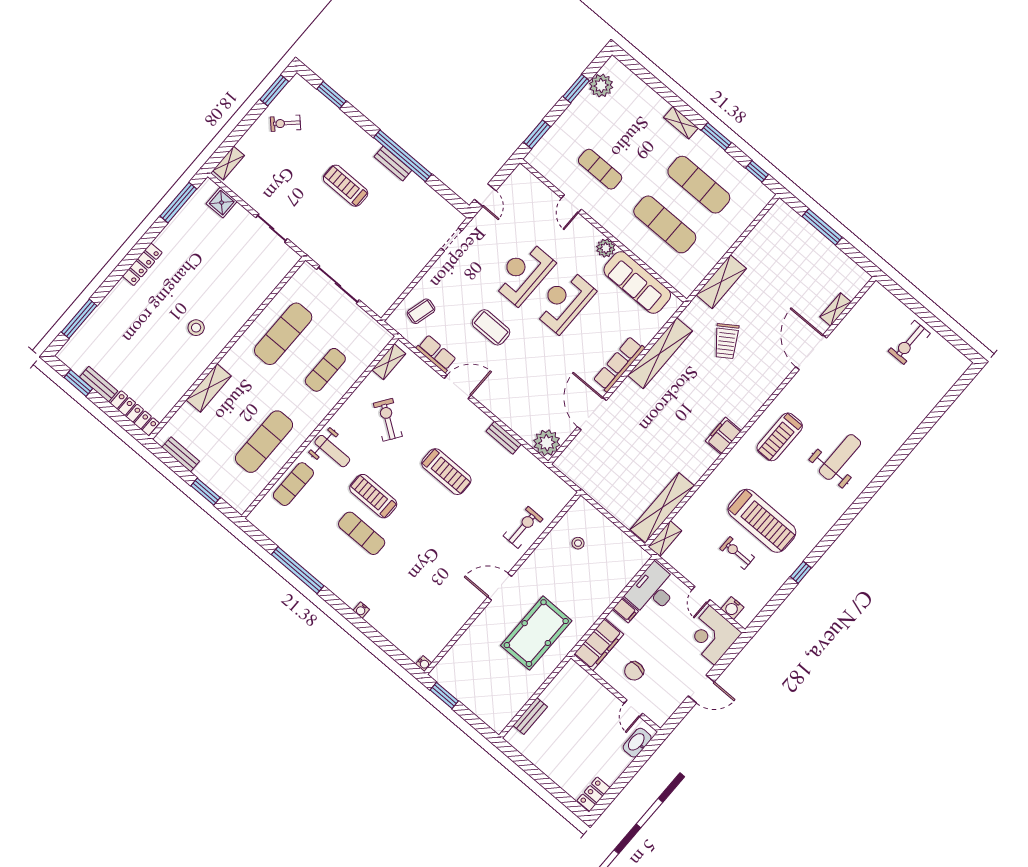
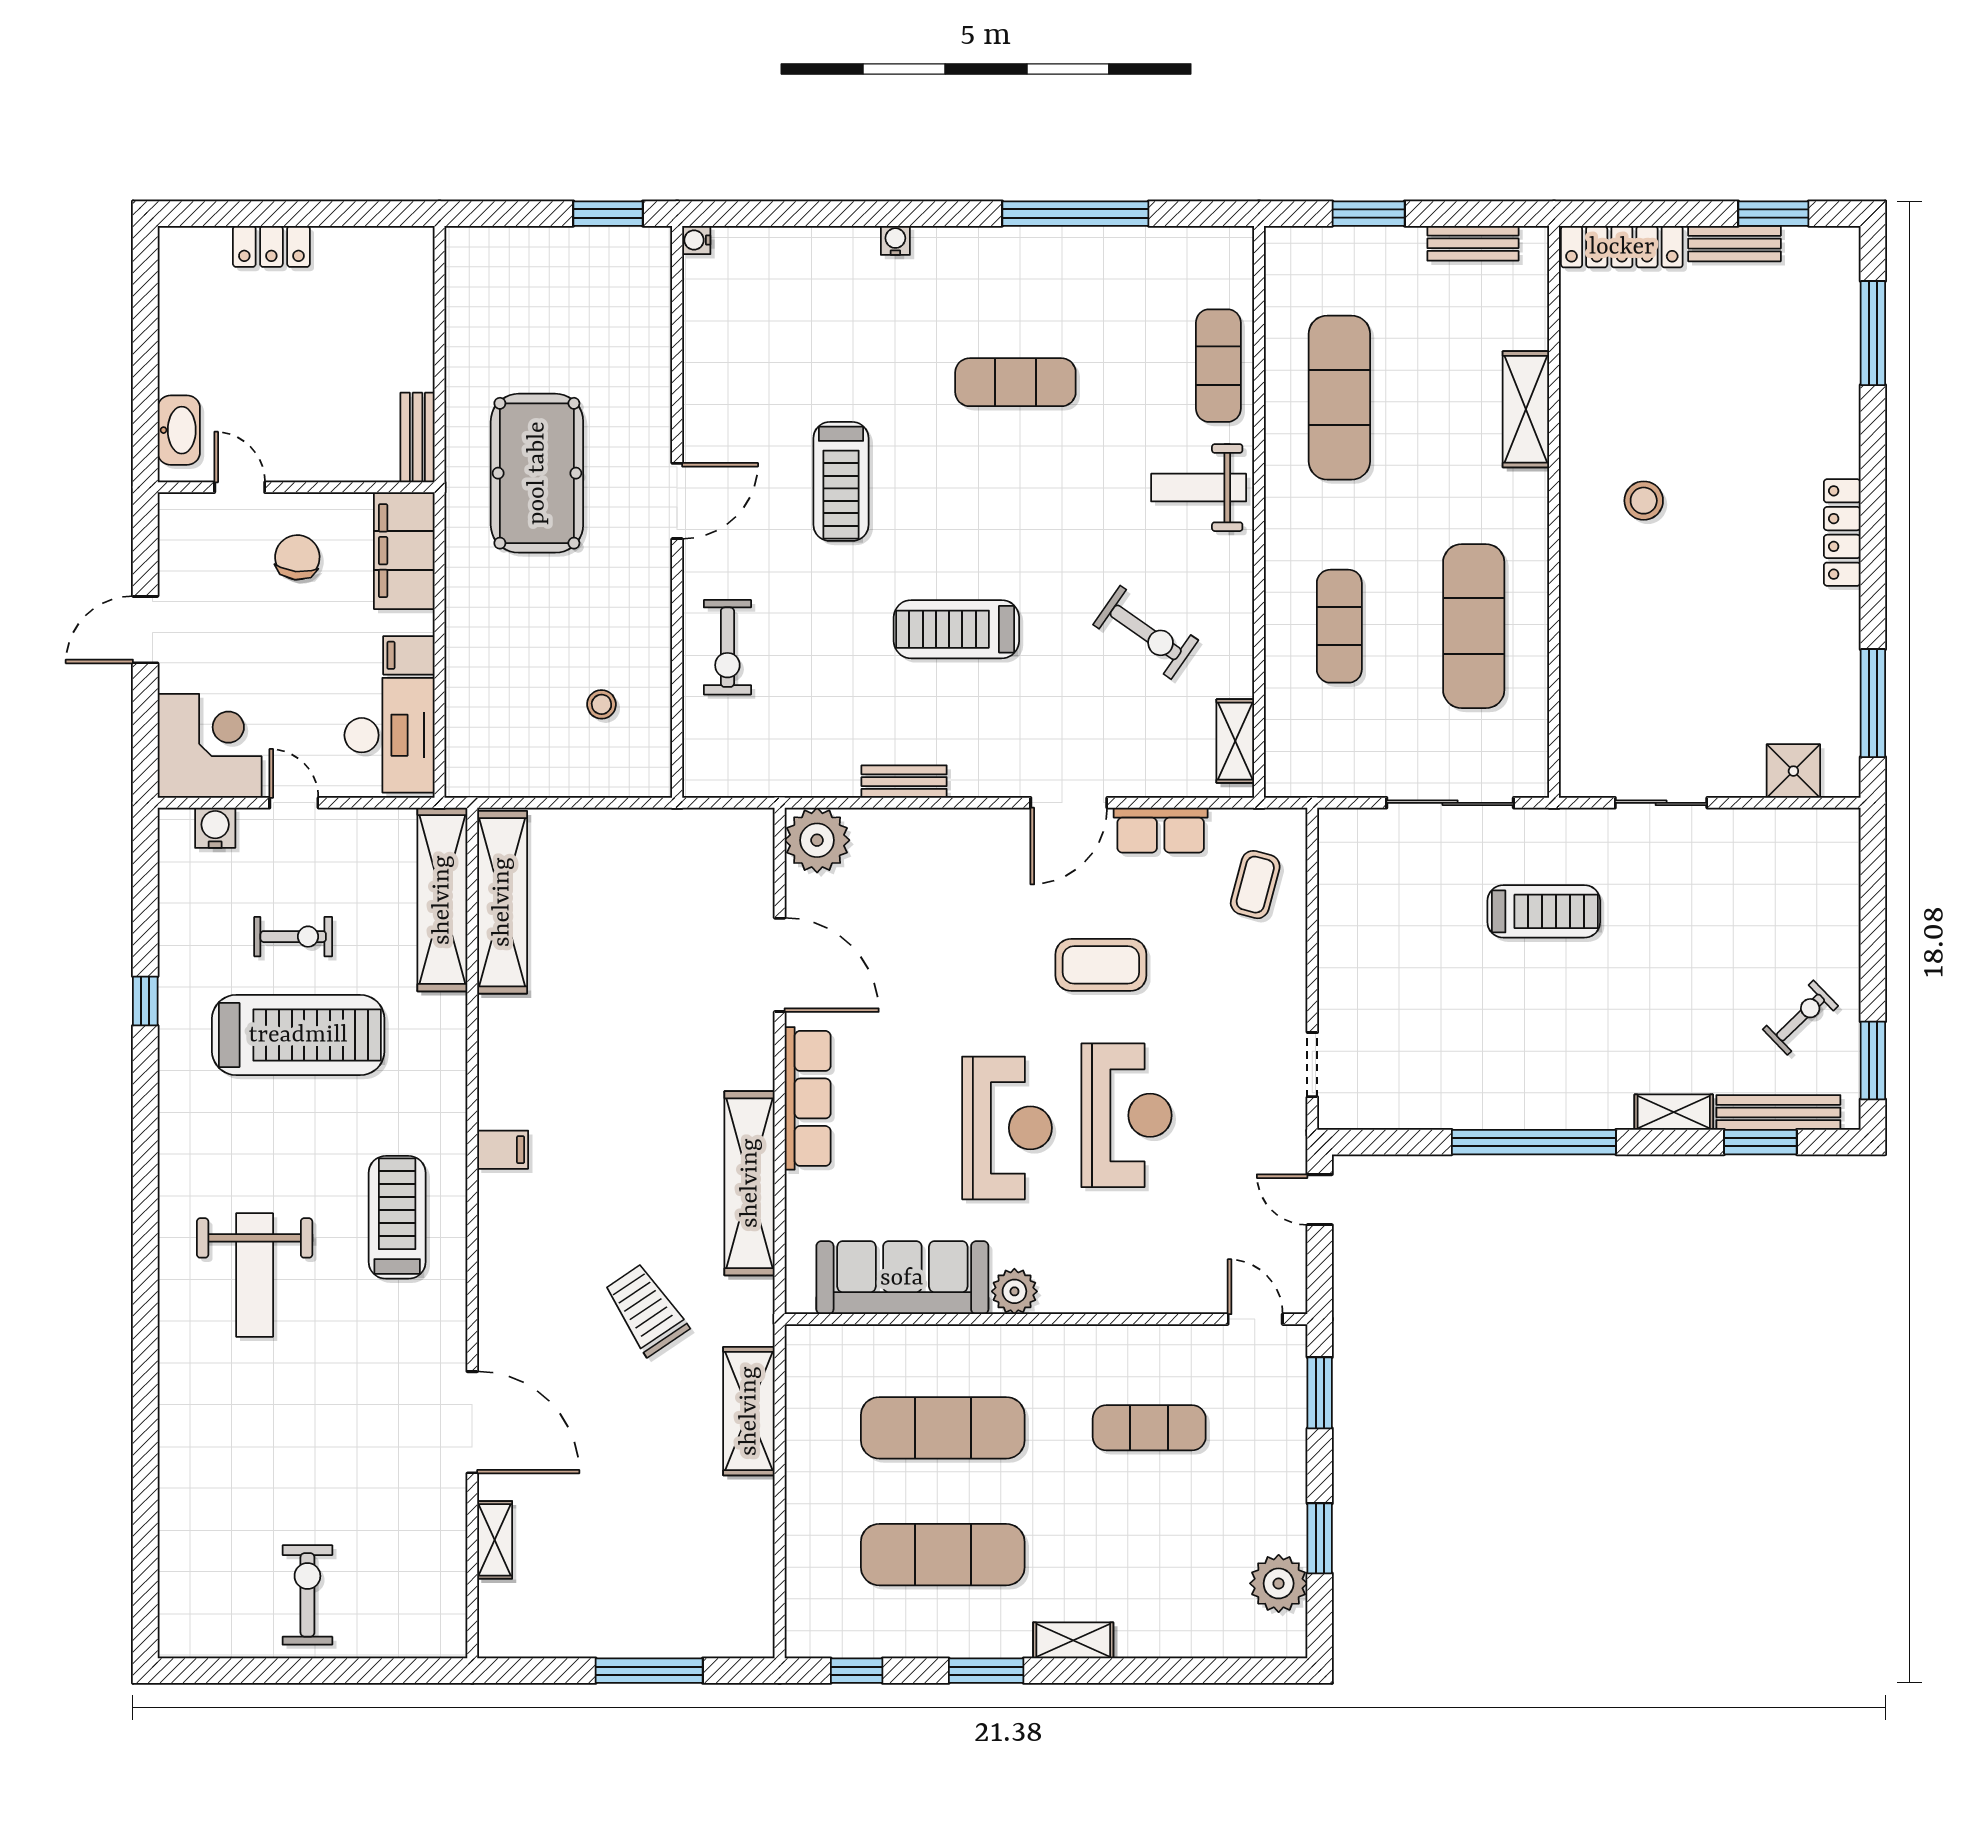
shelving: (228, 163) -> (1674, 1112), moved, turned 90
bench: (393, 164) -> (1778, 1112), moved, width x1.36
treadmill: (346, 186) -> (1544, 911), moved
door: (571, 204) -> (1255, 1319), moved
filing cabinet: (723, 436) -> (503, 1150), width x0.50
treadmill: (373, 496) -> (841, 481), moved, turned 90
treadmill: (762, 521) -> (298, 1035), turned 180
shelving: (665, 539) -> (442, 900), width x2.20, depth x1.33
bench: (530, 716) -> (417, 438), moved
locker: (593, 794) -> (271, 246), moved, turned 90

